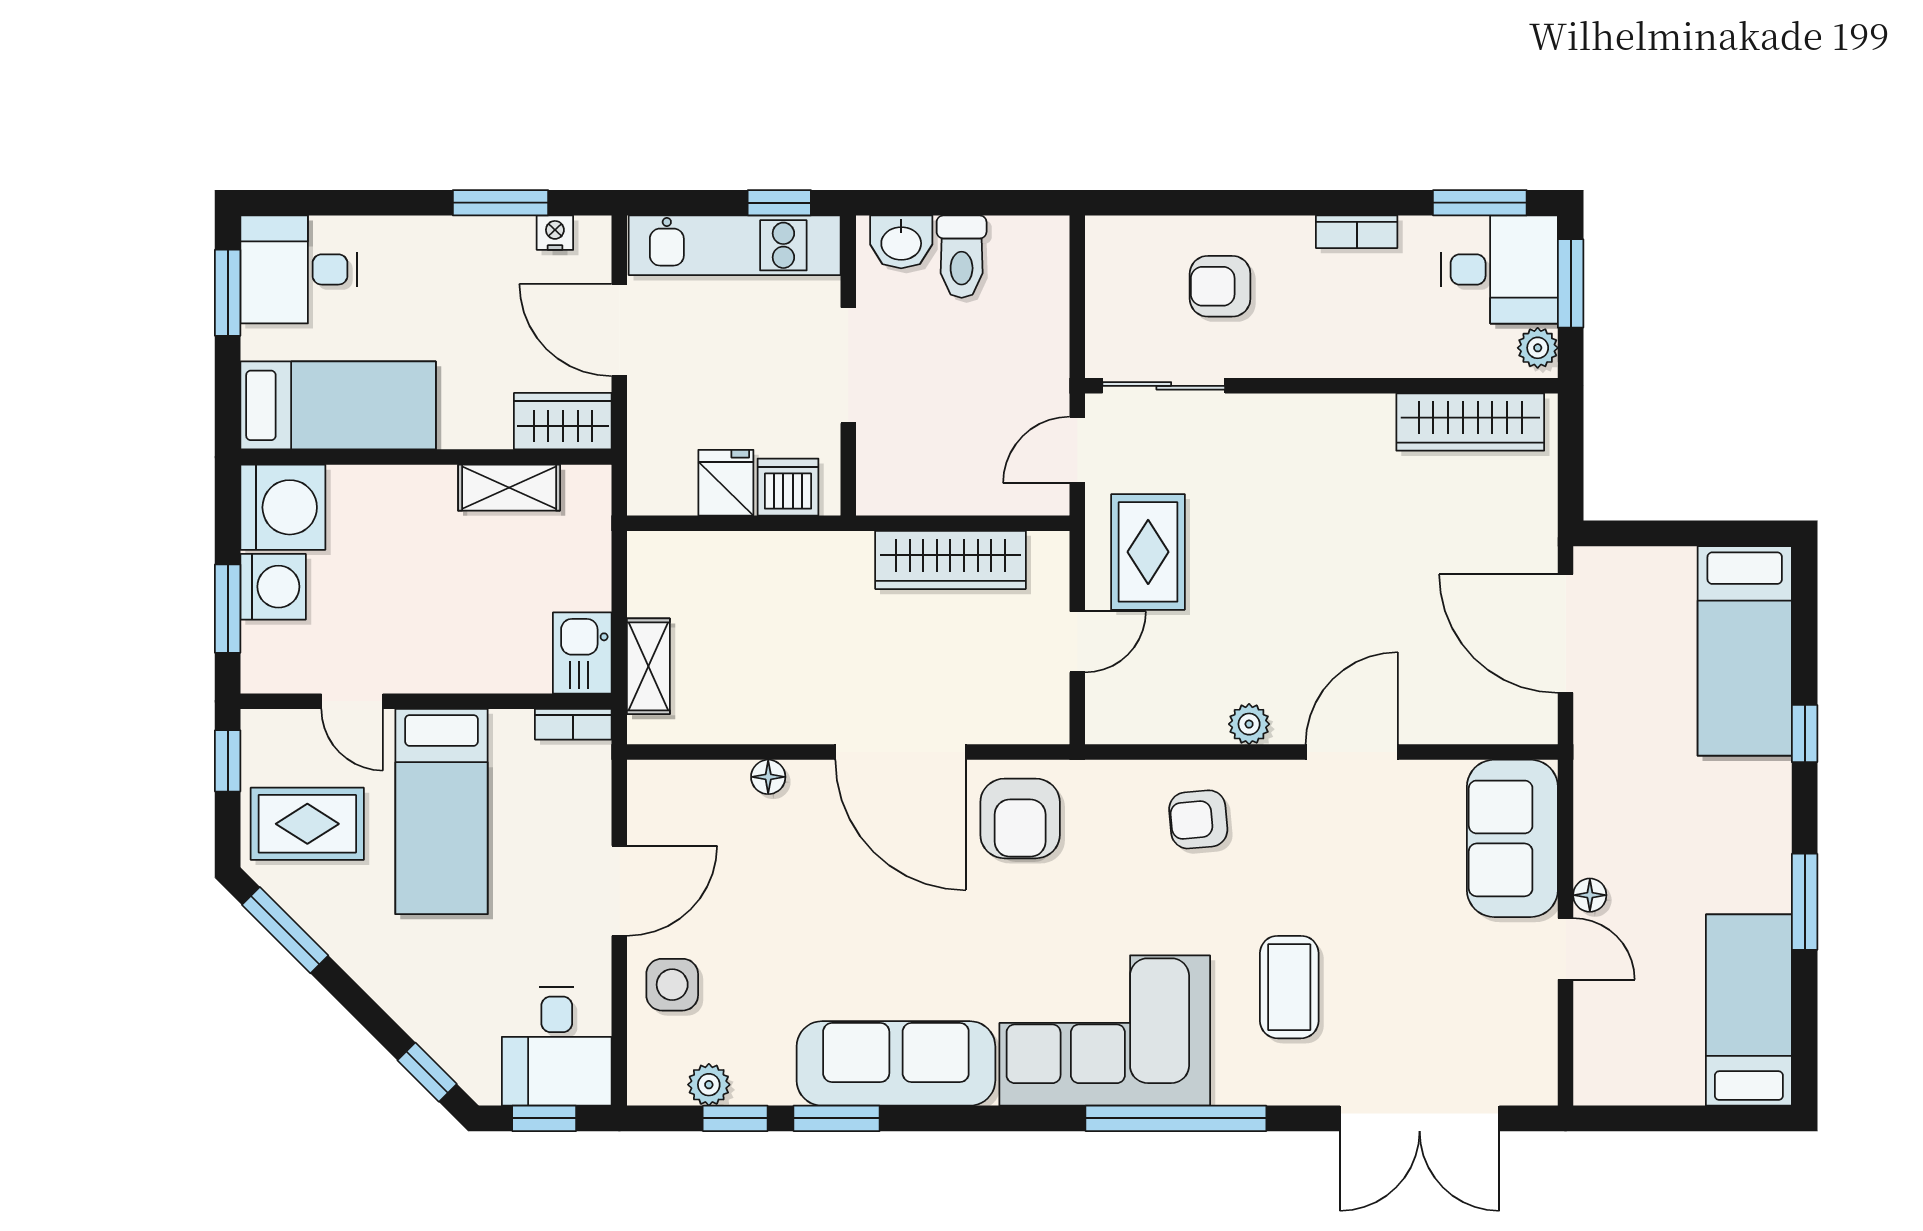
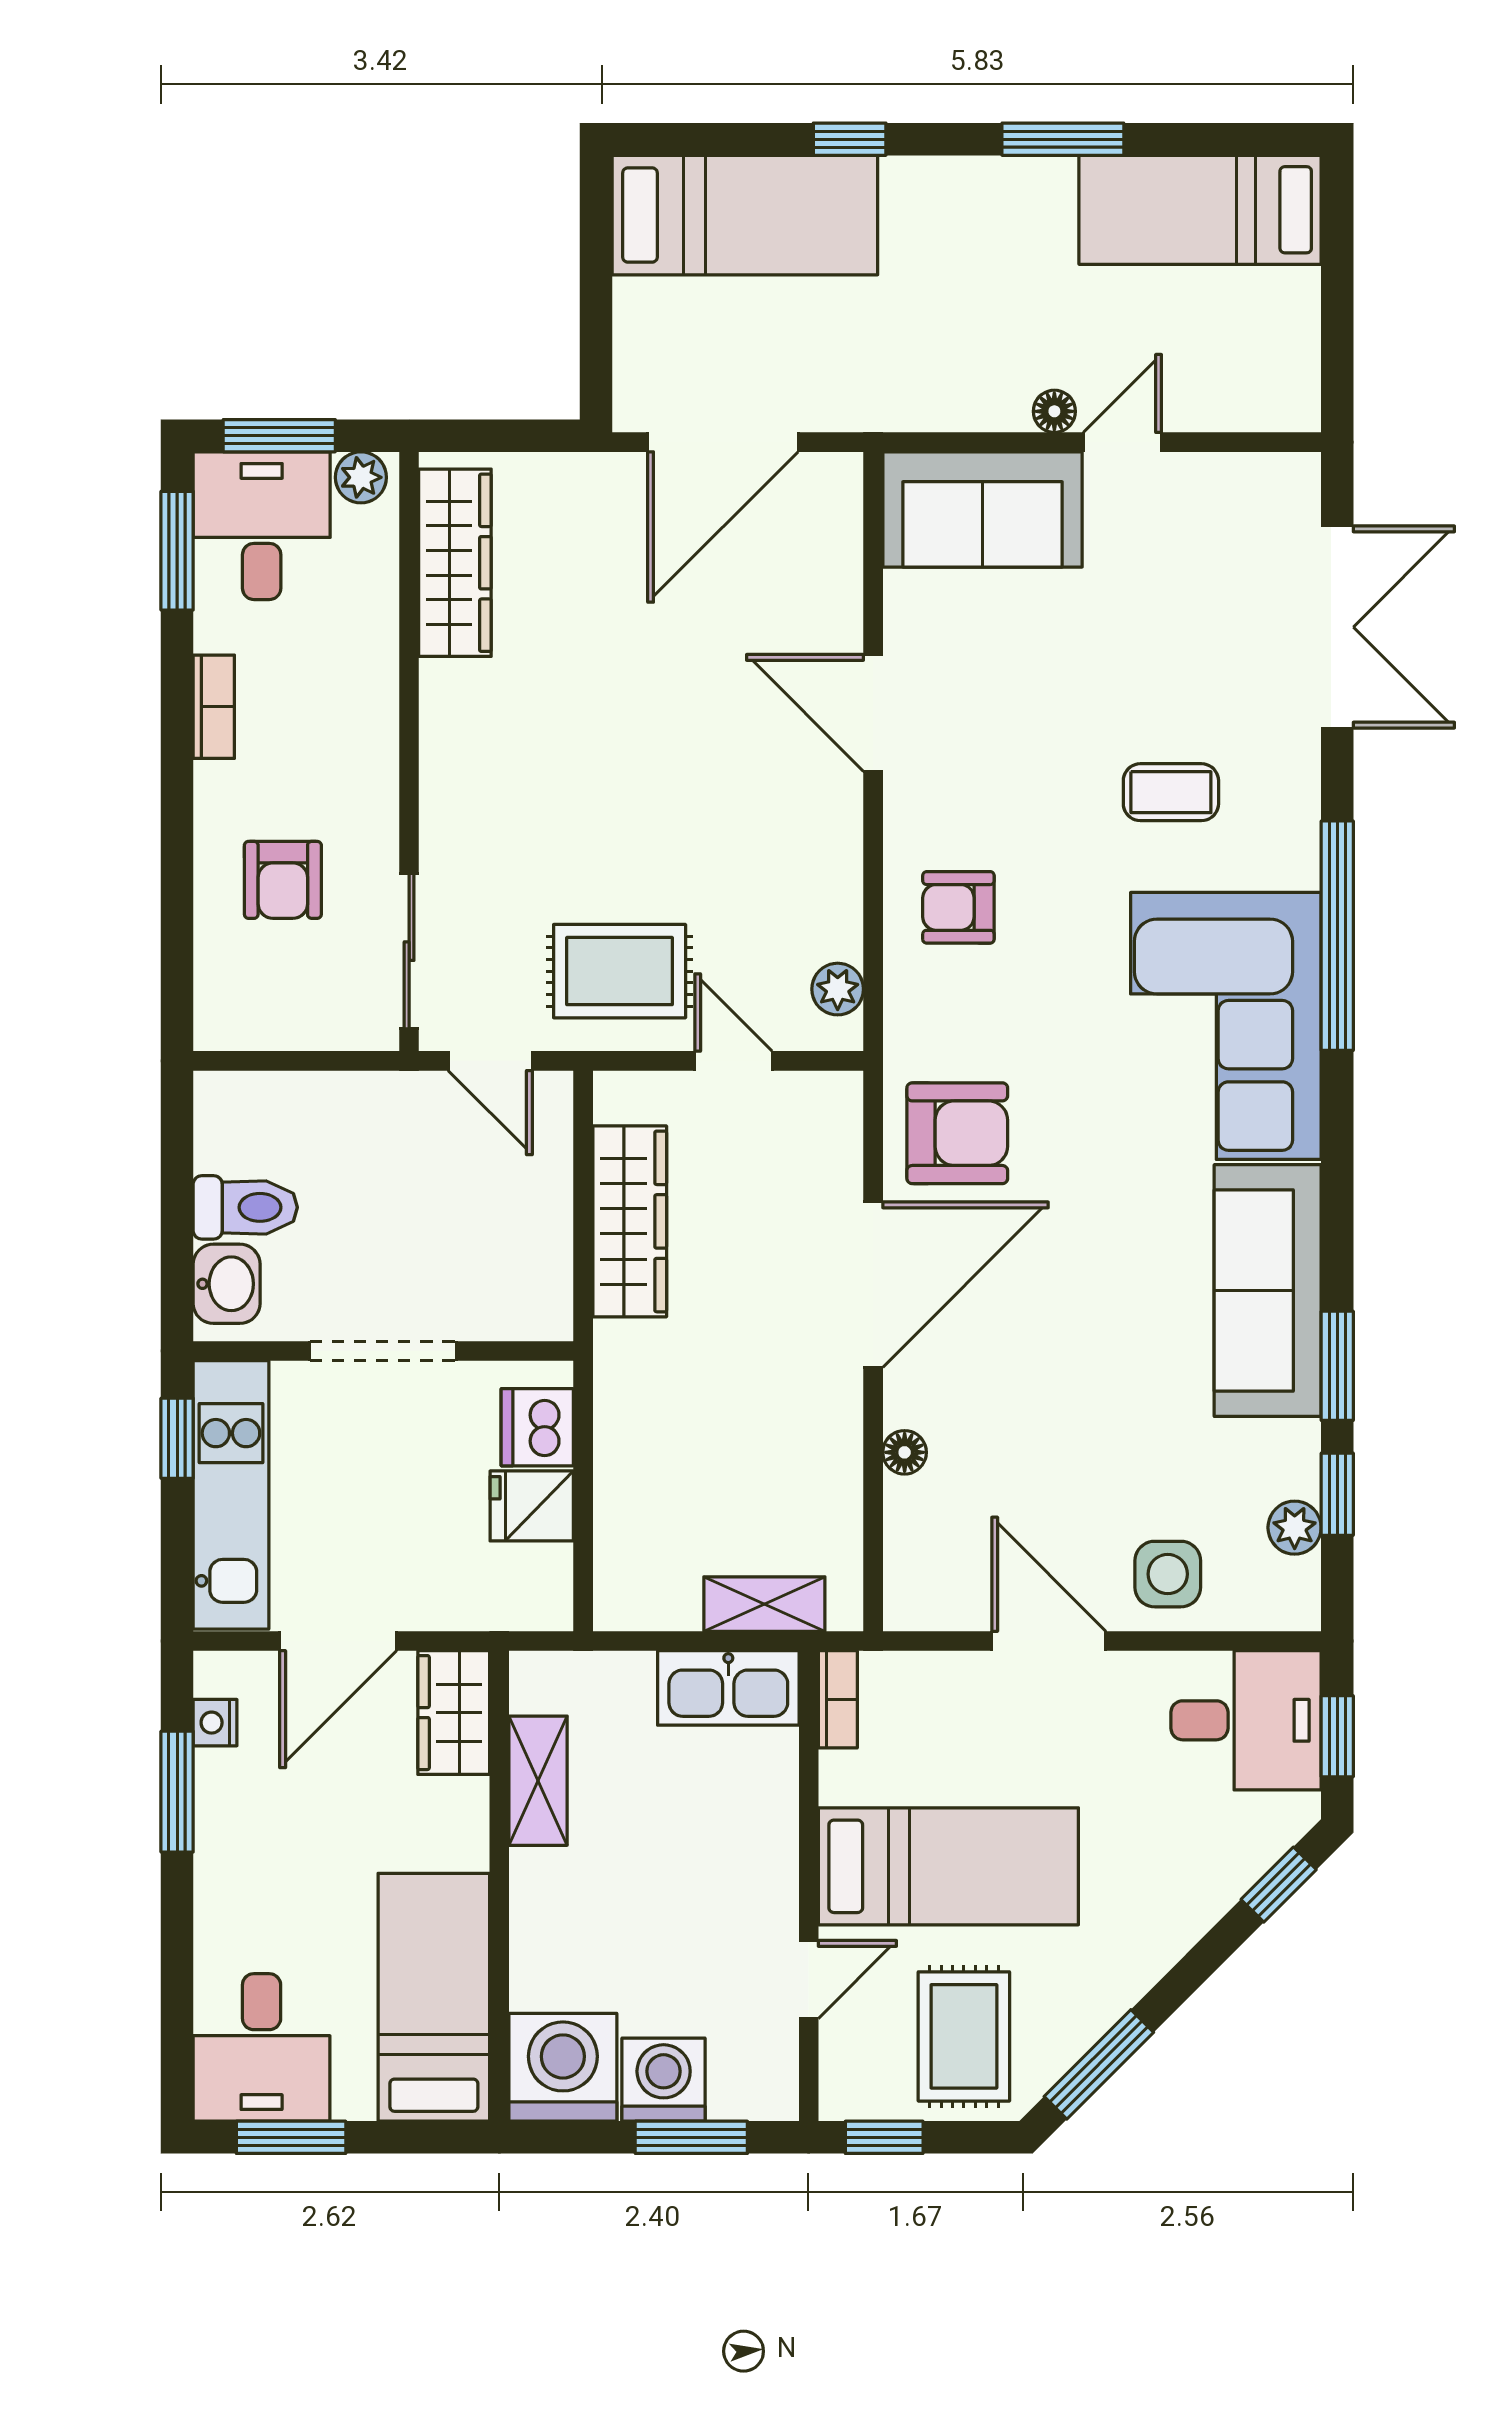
kitchen sink: (582, 653) -> (728, 1688), width x1.38
plant: (1249, 724) -> (838, 989), moved
armchair: (1198, 819) -> (958, 907), turned 95
coffee table: (1289, 987) -> (1171, 792), width x0.73, depth x0.77

